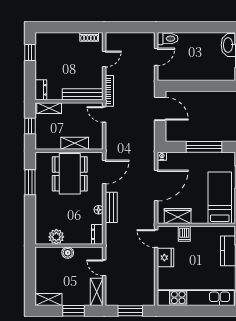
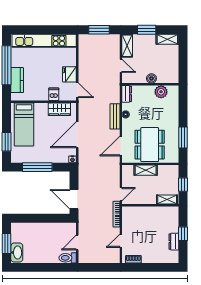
window: (30, 53) -> (183, 234), moved
dresser: (41, 90) -> (174, 242), moved
bench: (83, 94) -> (139, 211), removed
door: (104, 114) -> (121, 194), hinge flipped

